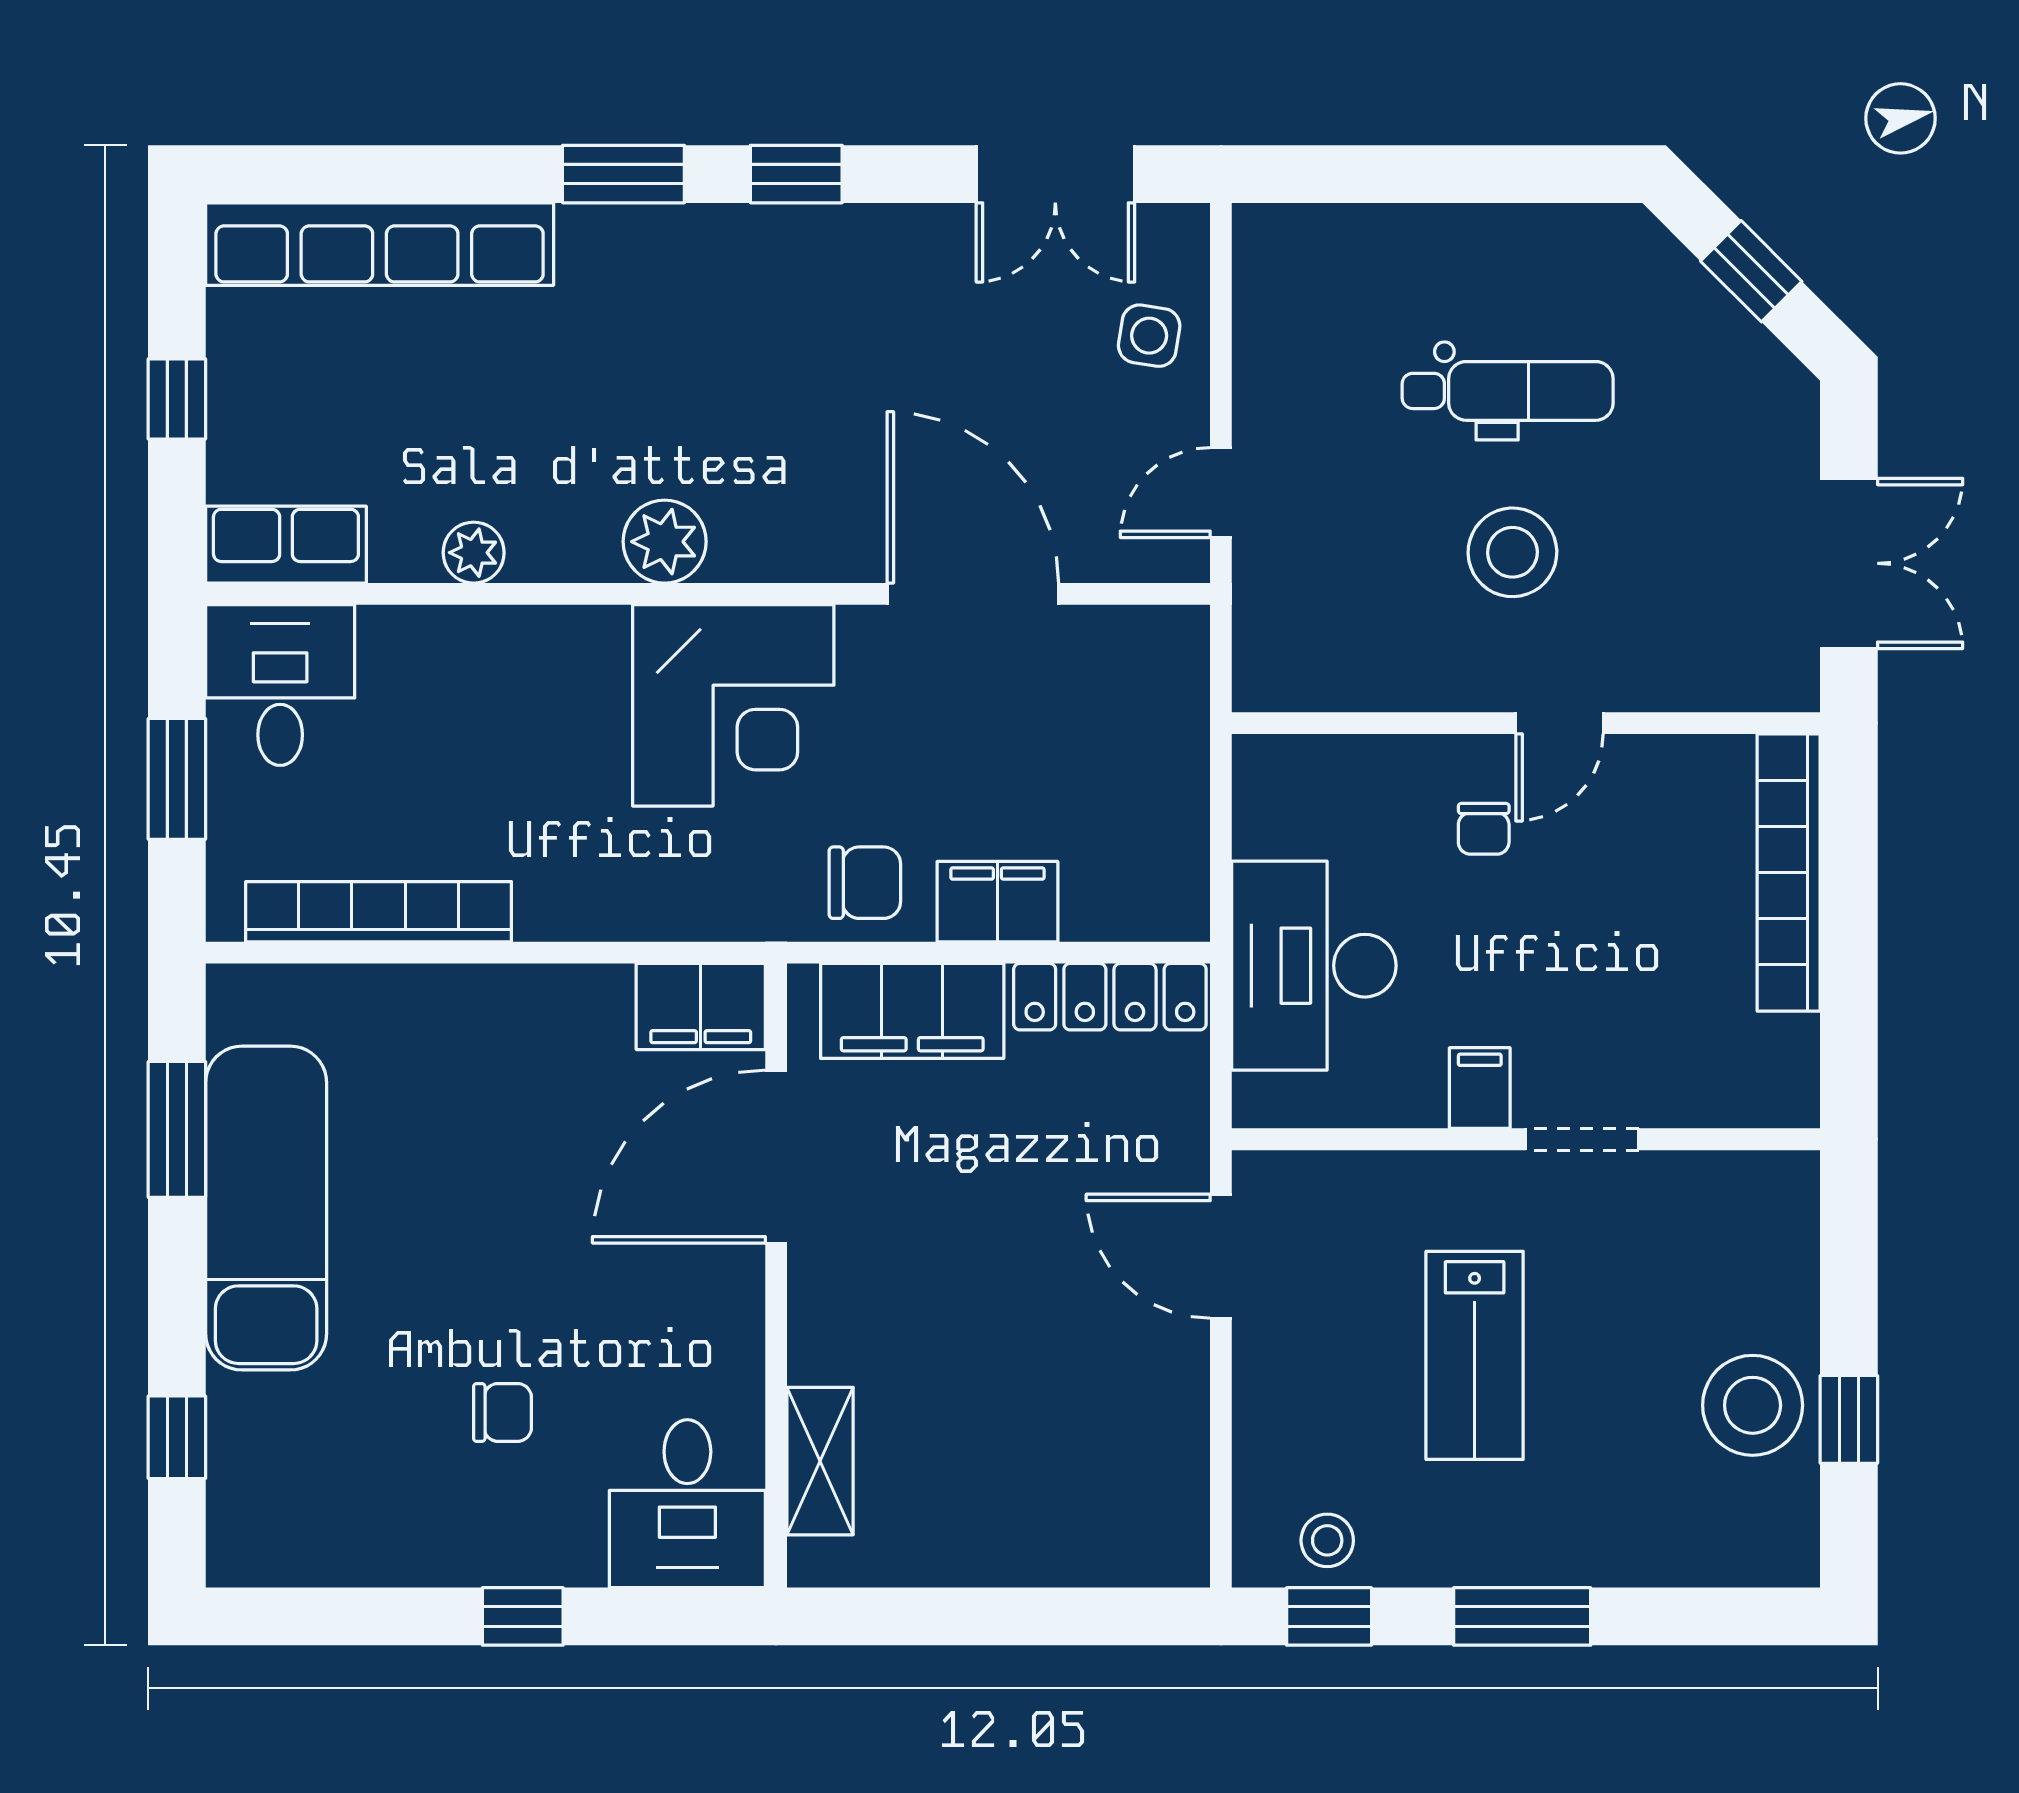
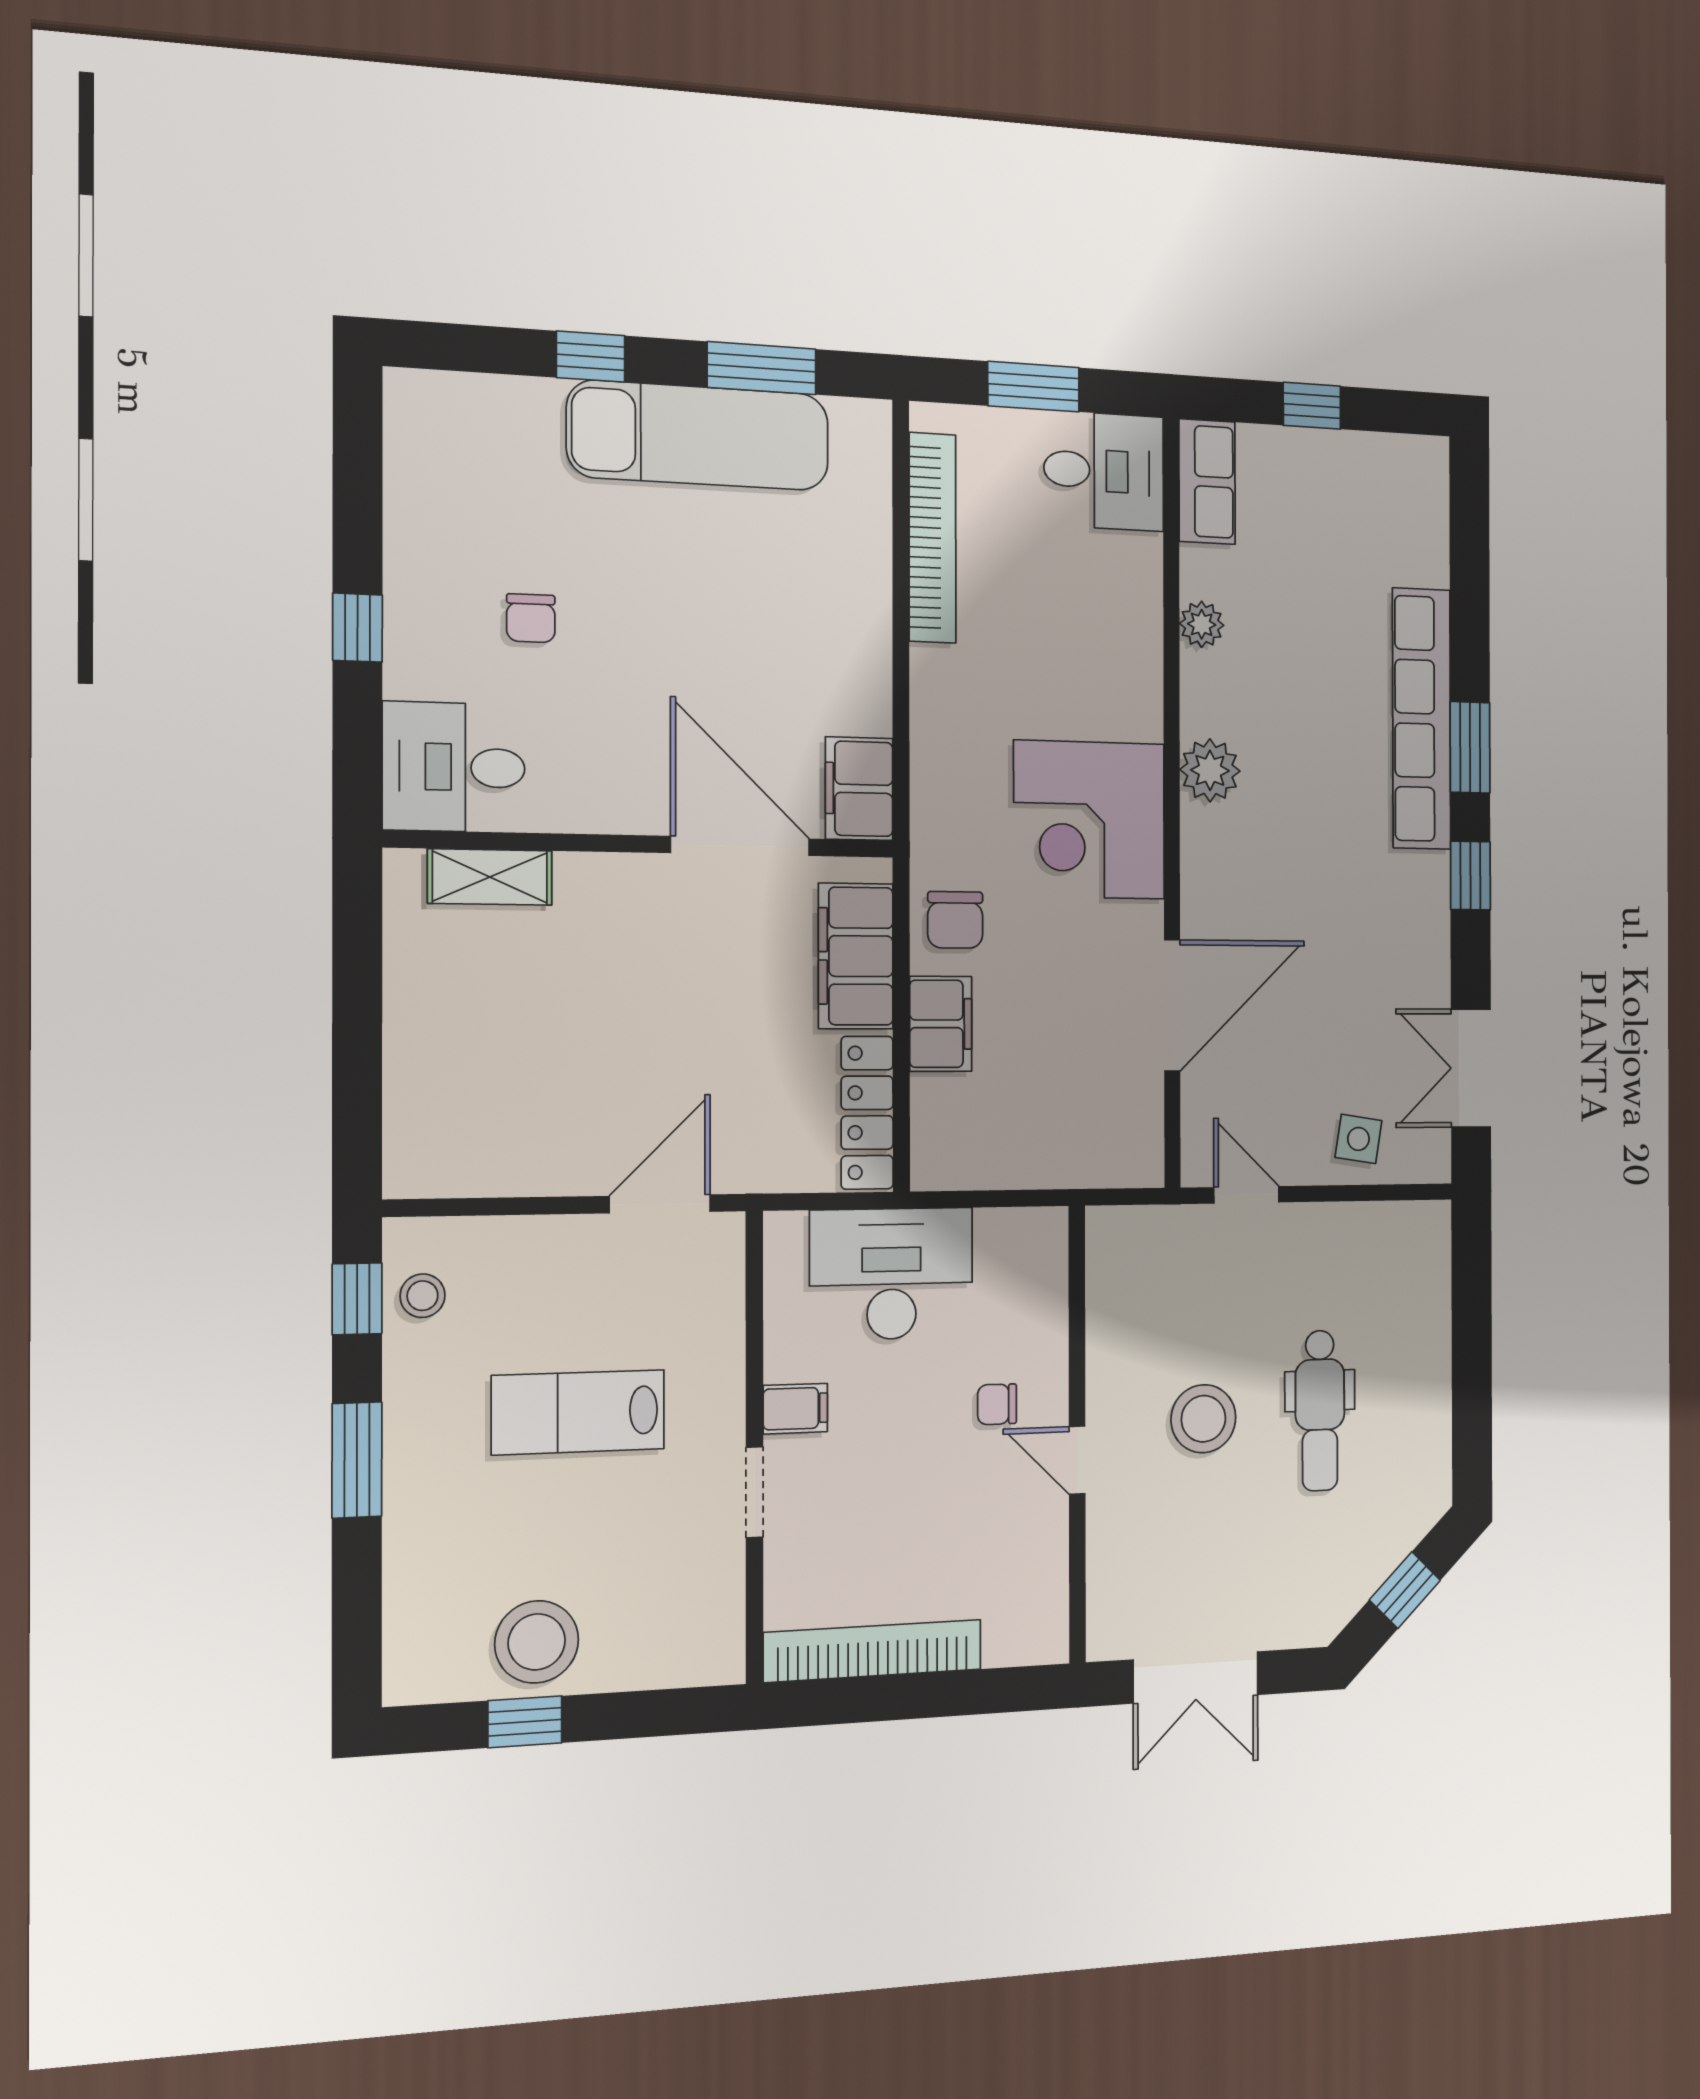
row of seats: (380, 244) -> (1422, 719), moved
bookcase: (1789, 872) -> (873, 1651), moved
window: (177, 1437) -> (591, 357), moved

